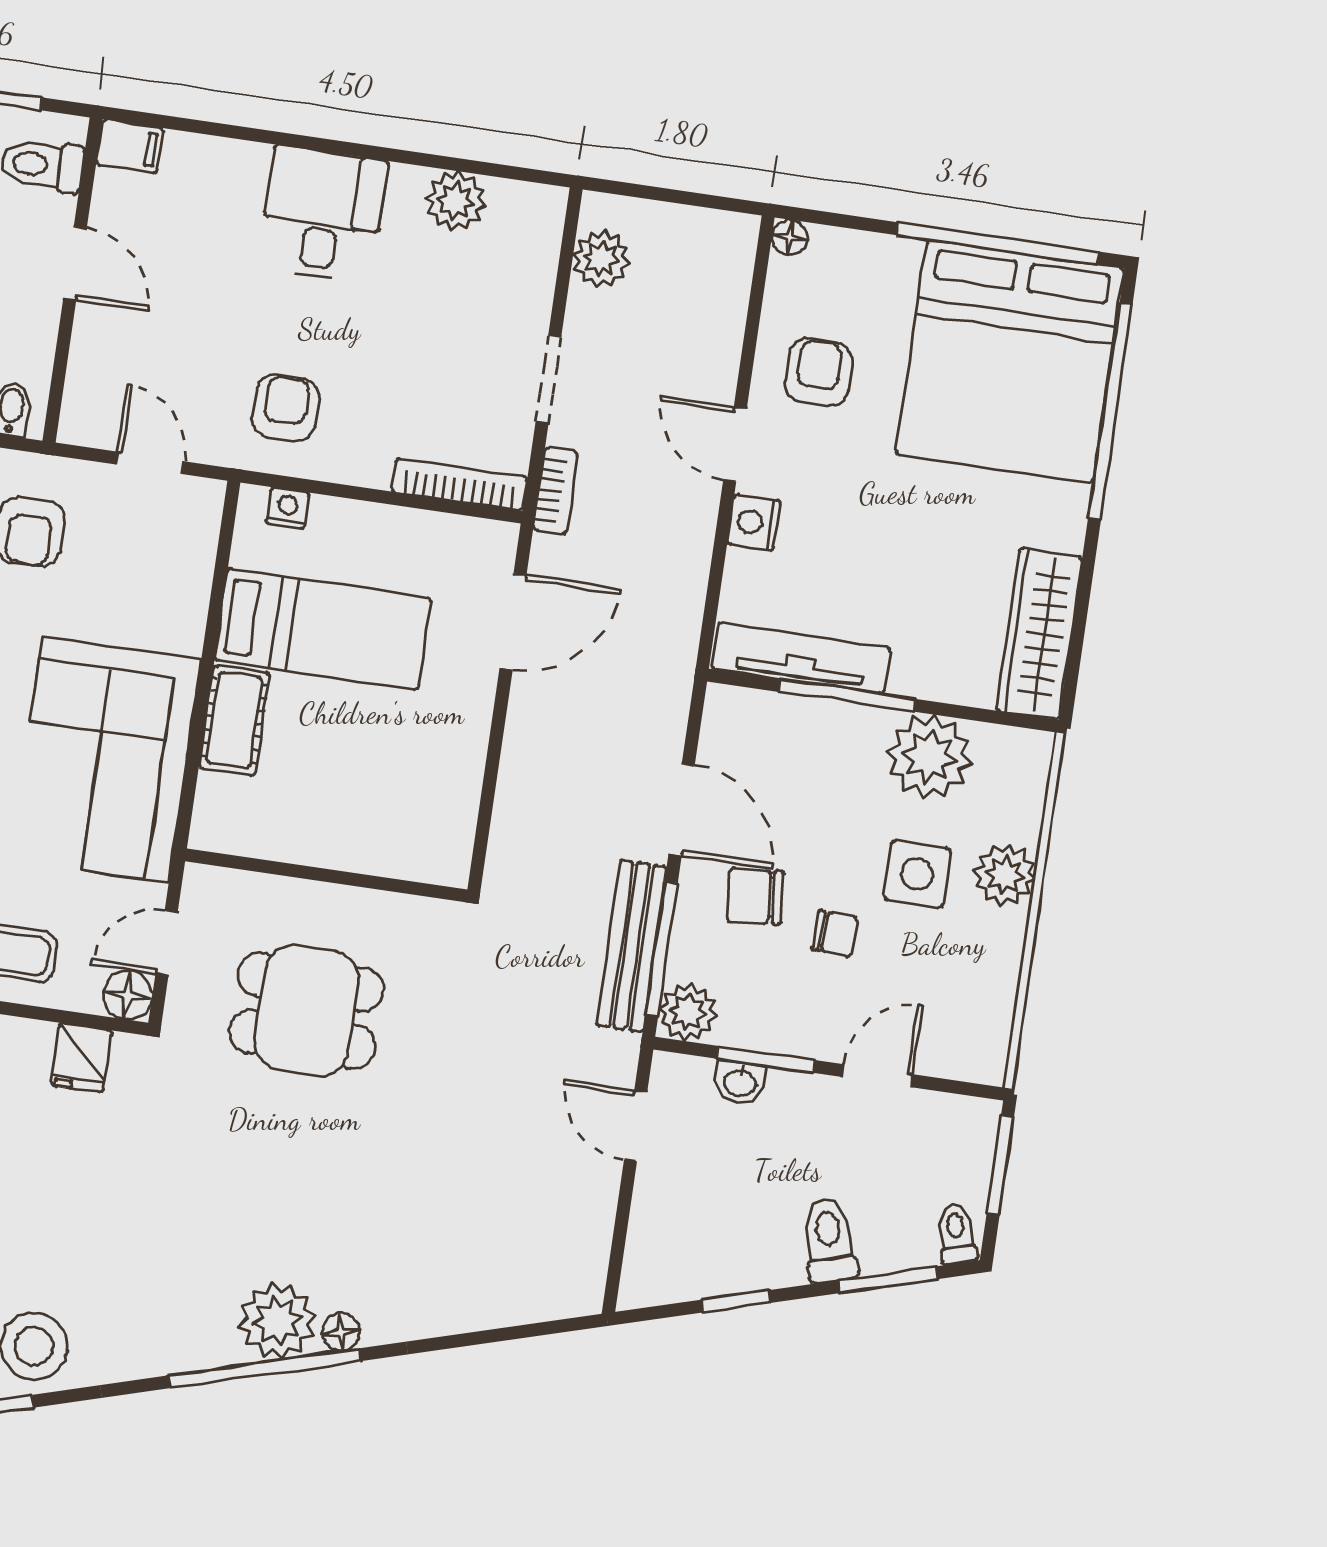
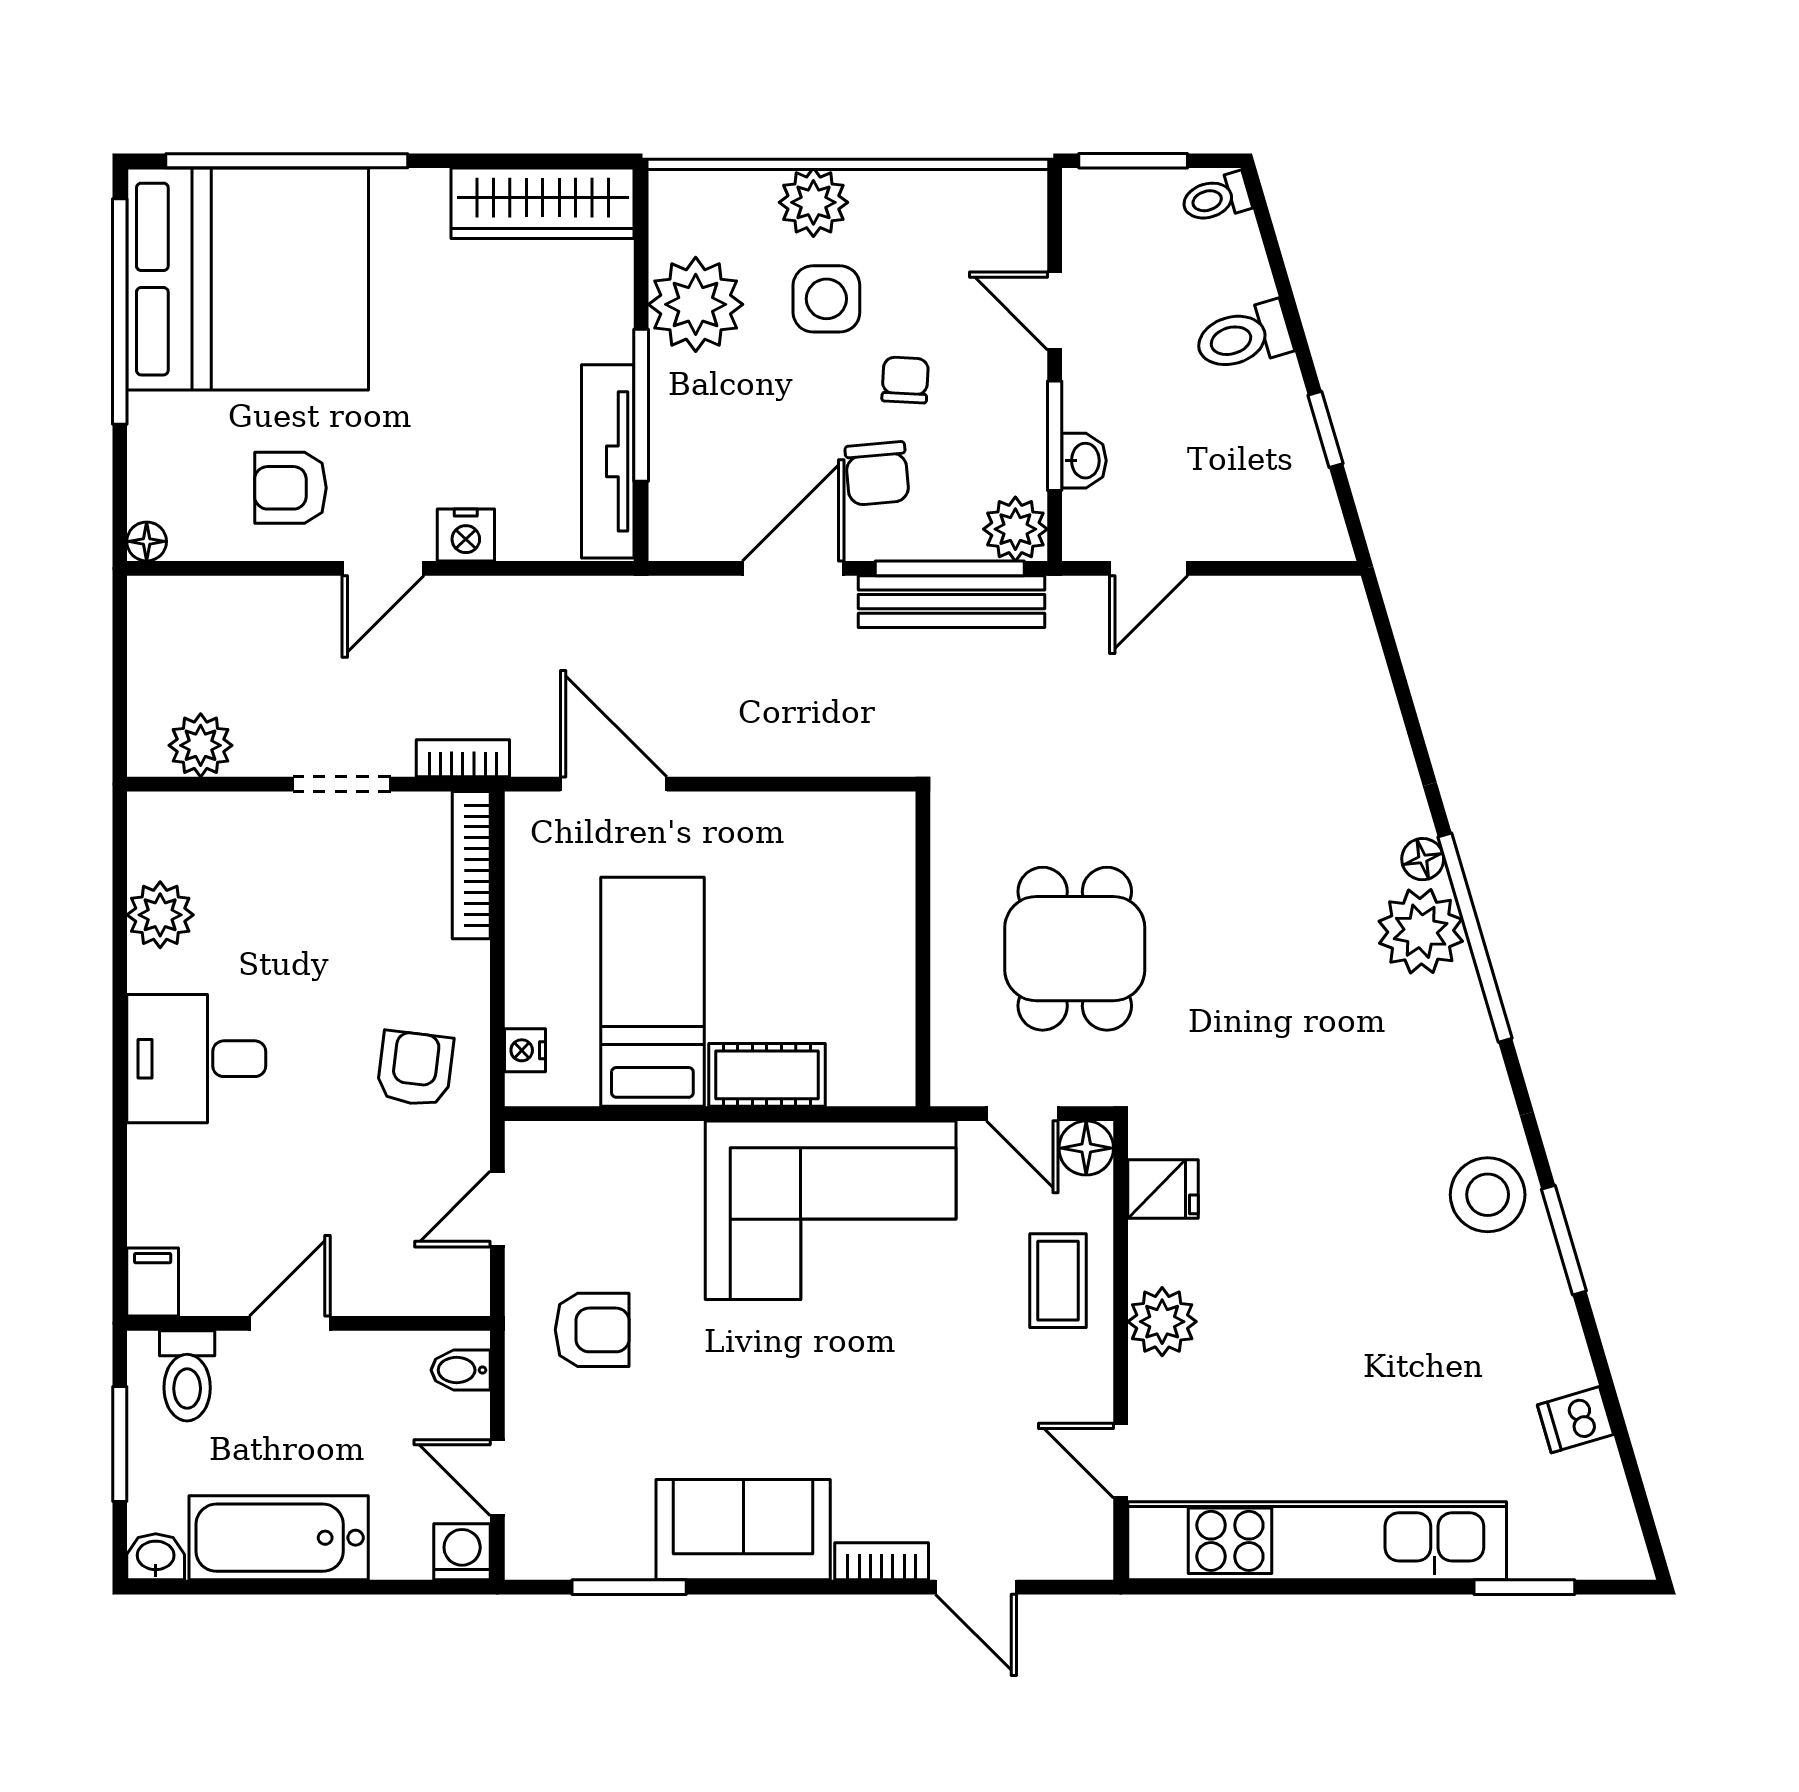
armchair: (286, 408) -> (415, 1069), turned 97
window: (888, 1280) -> (1277, 266), removed

